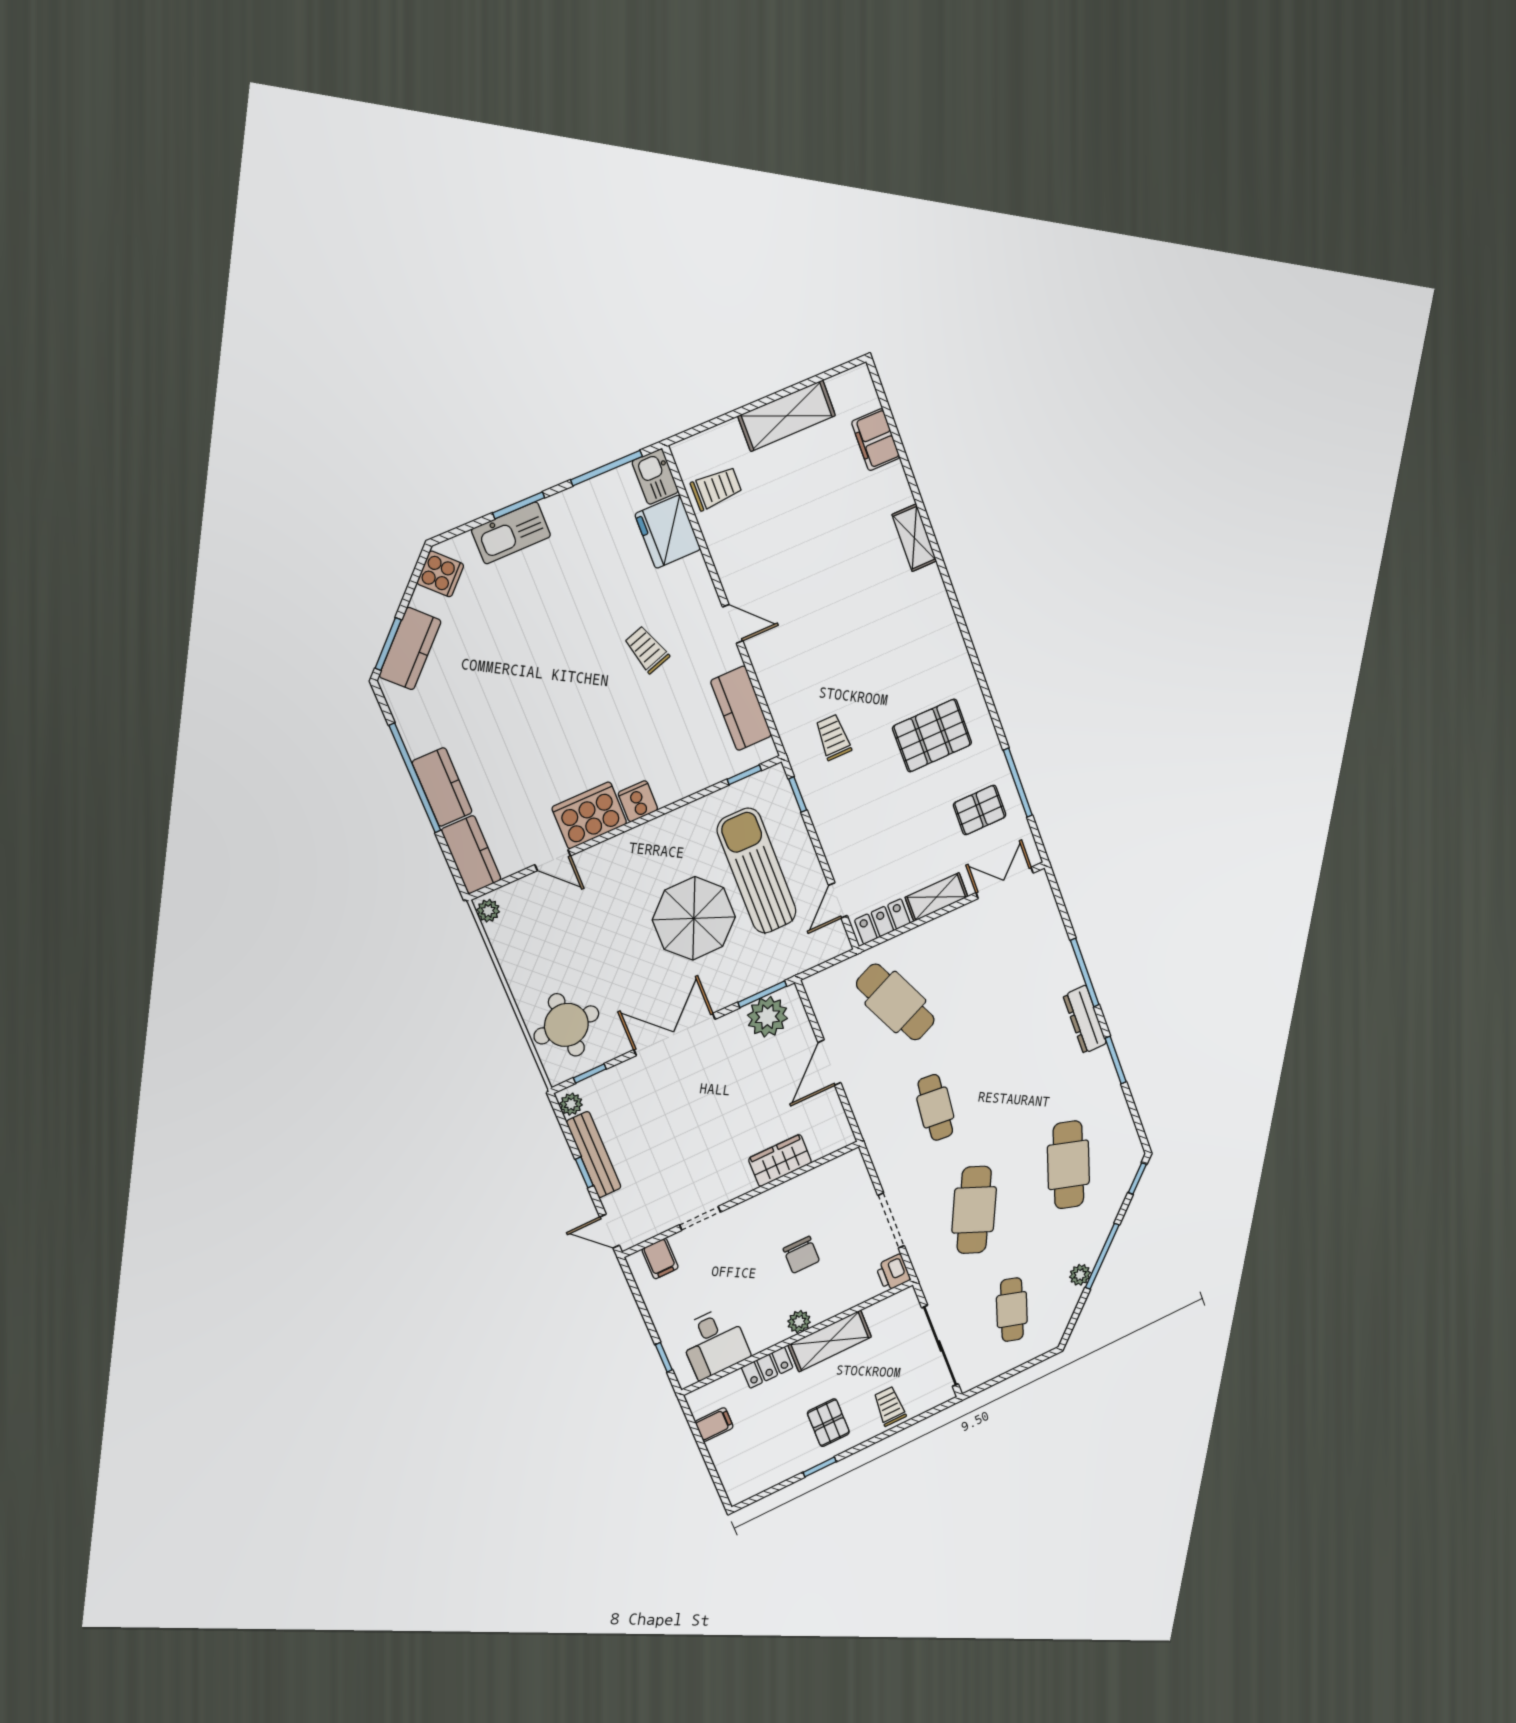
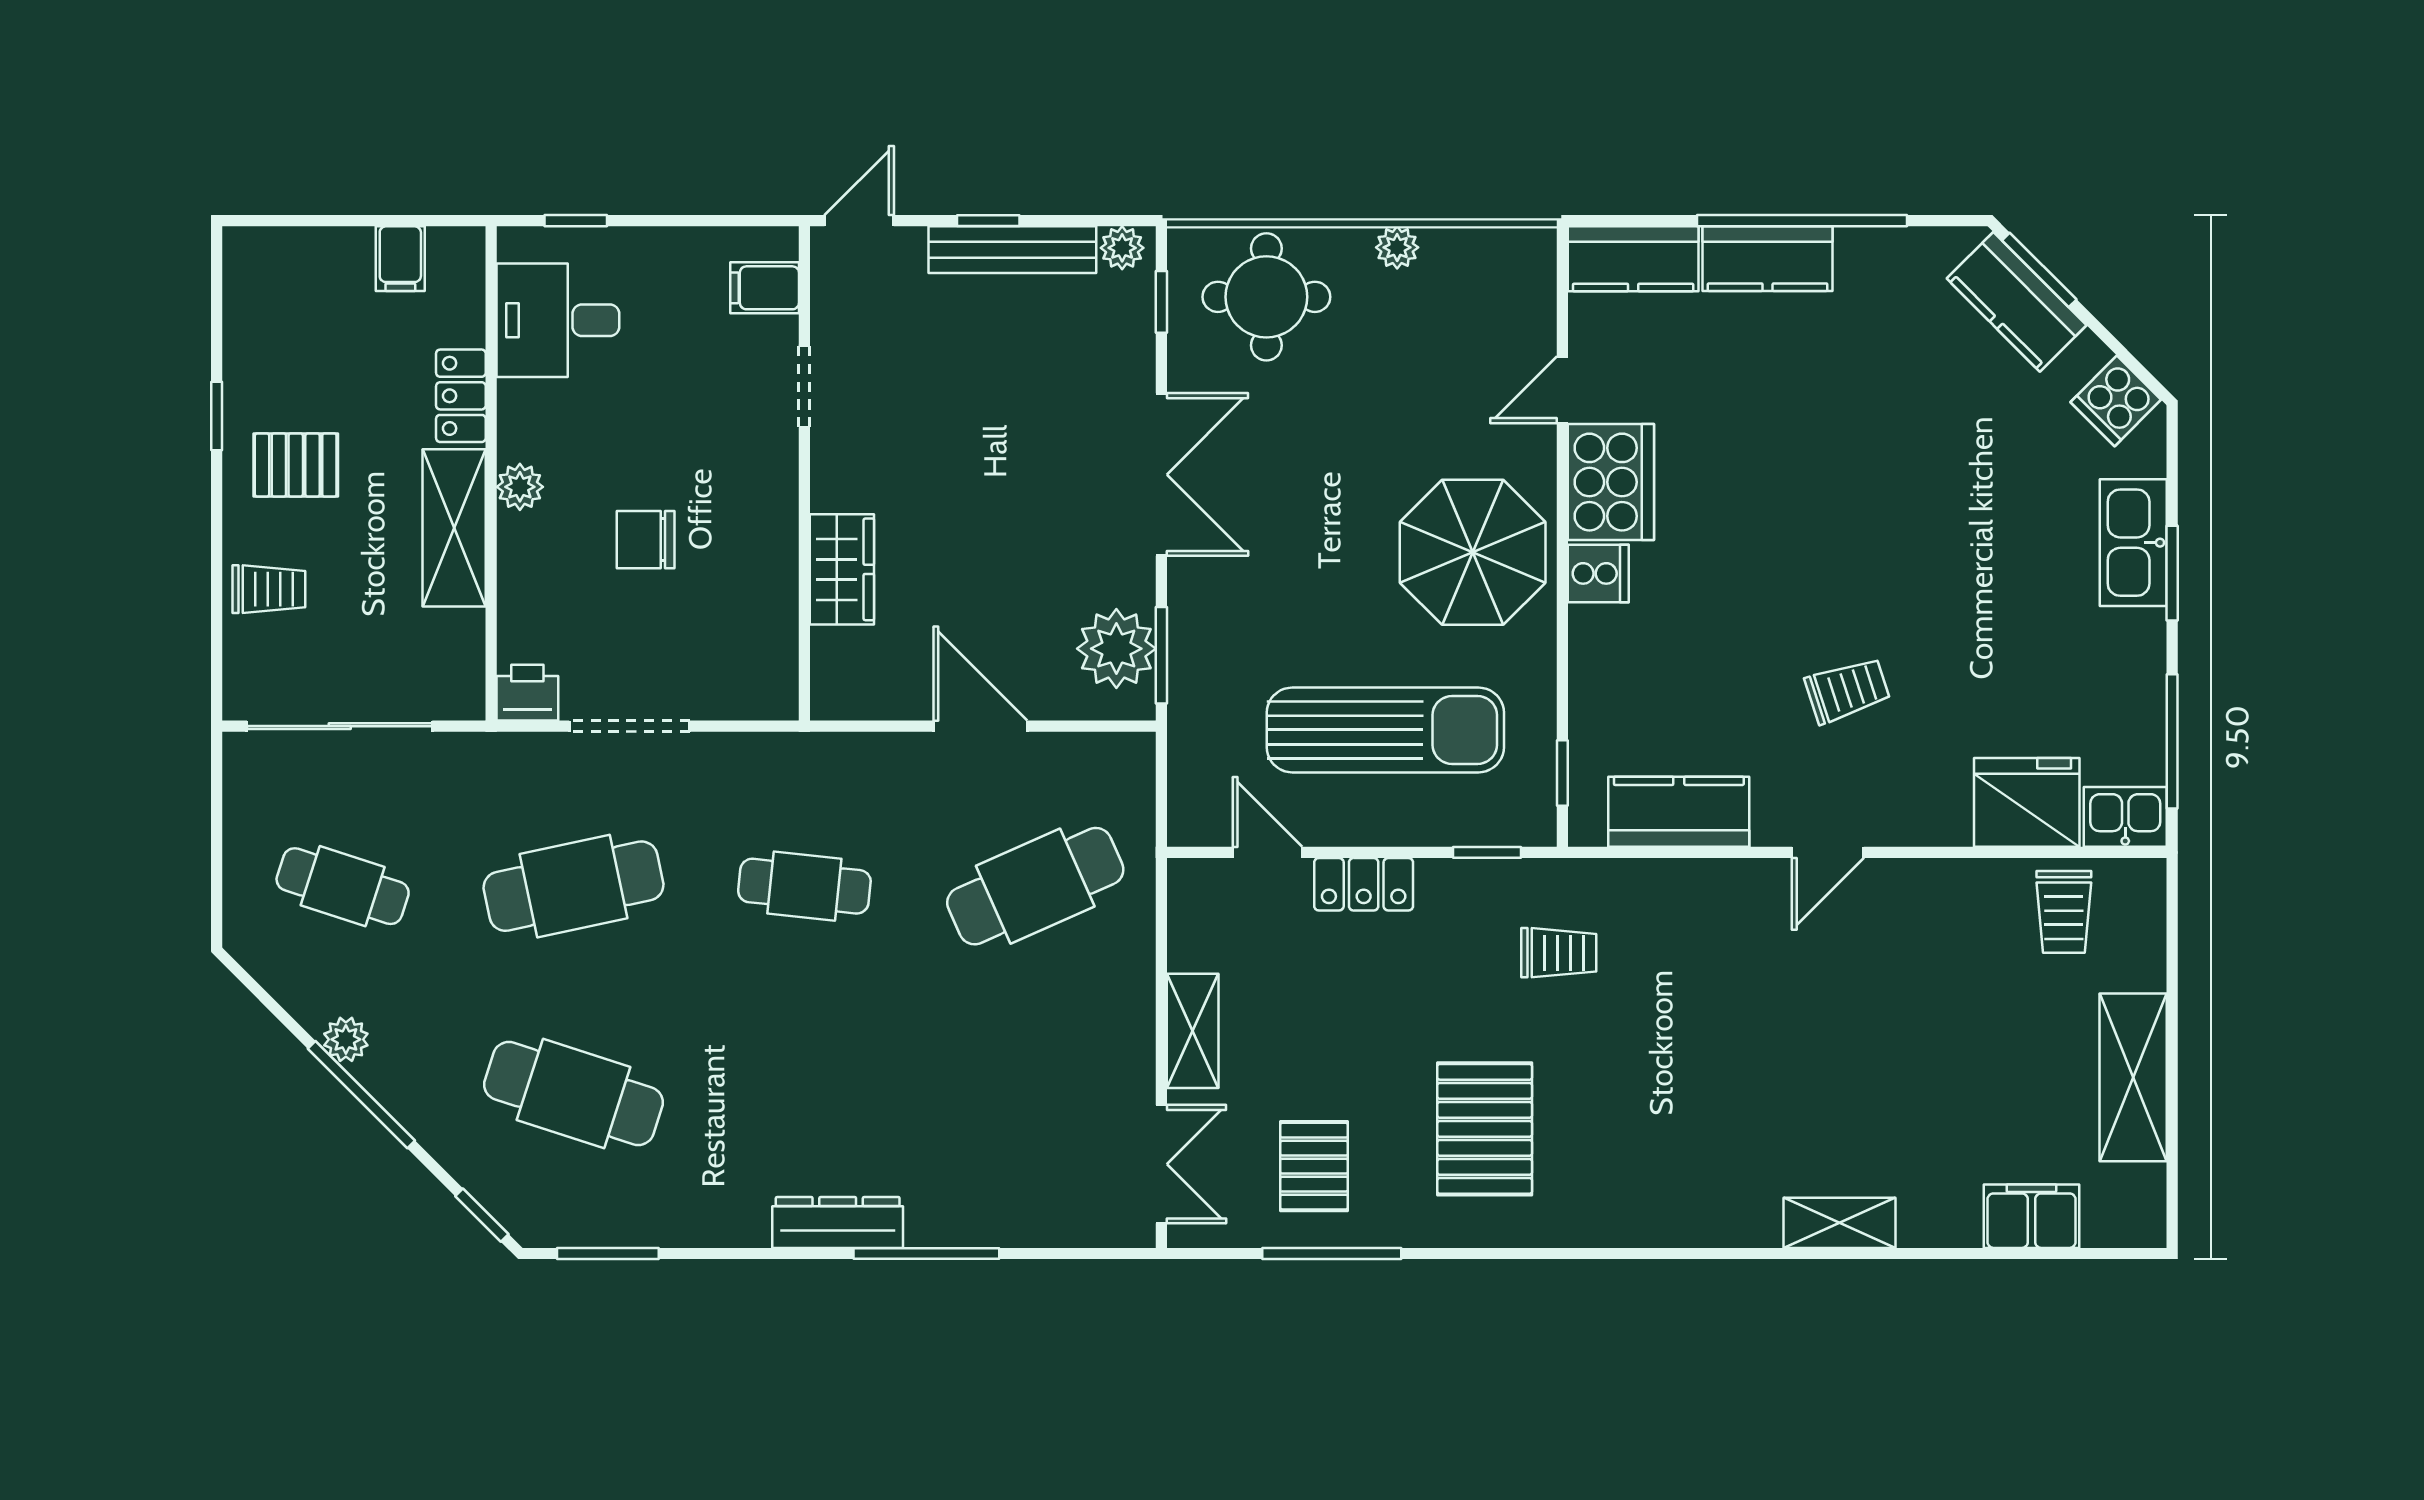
plant: (488, 911) -> (1397, 247), moved
parasol: (694, 918) -> (1473, 552), moved
locker: (882, 921) -> (1364, 884), moved, turned 90
window: (1116, 1060) -> (608, 1253), moved
cafe table: (974, 1210) -> (574, 886), turned -36

